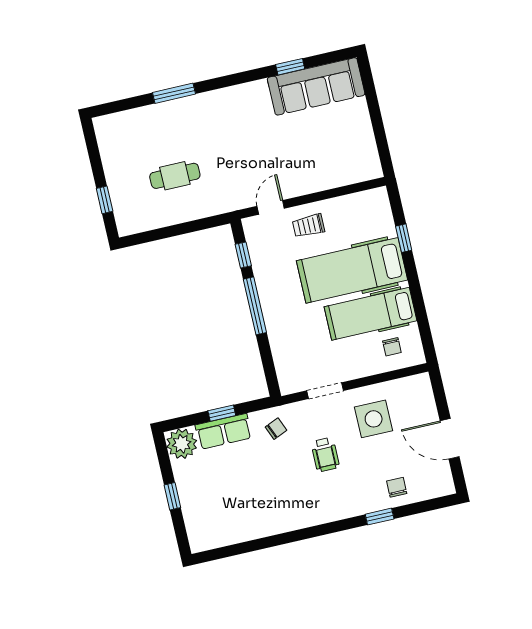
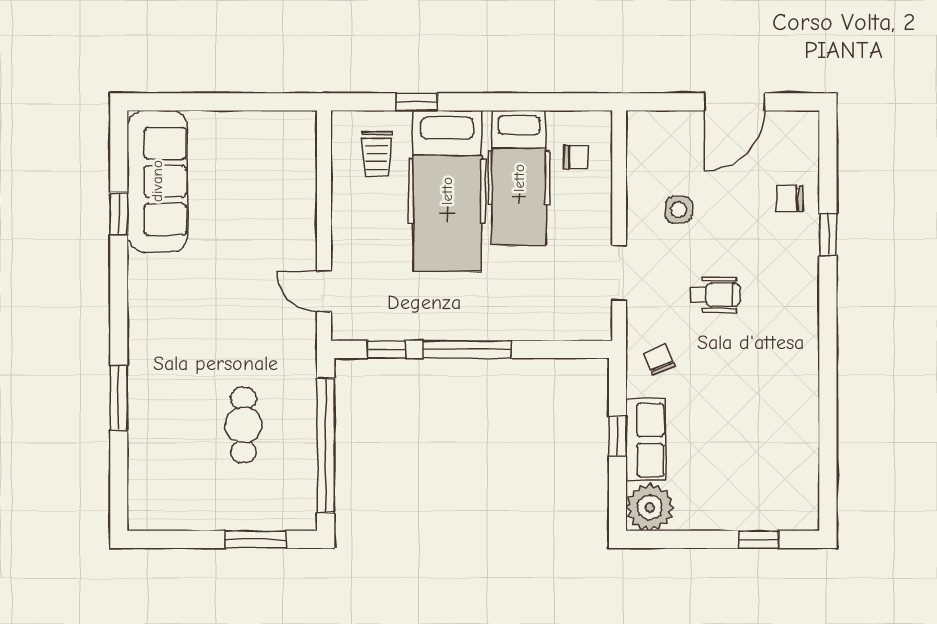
window: (105, 200) -> (255, 539), width x1.50
trolley: (308, 226) -> (377, 154), moved
window: (174, 231) -> (326, 446), added
side table: (374, 419) -> (679, 210), width x0.54, depth x0.54
window: (172, 496) -> (759, 539), moved

